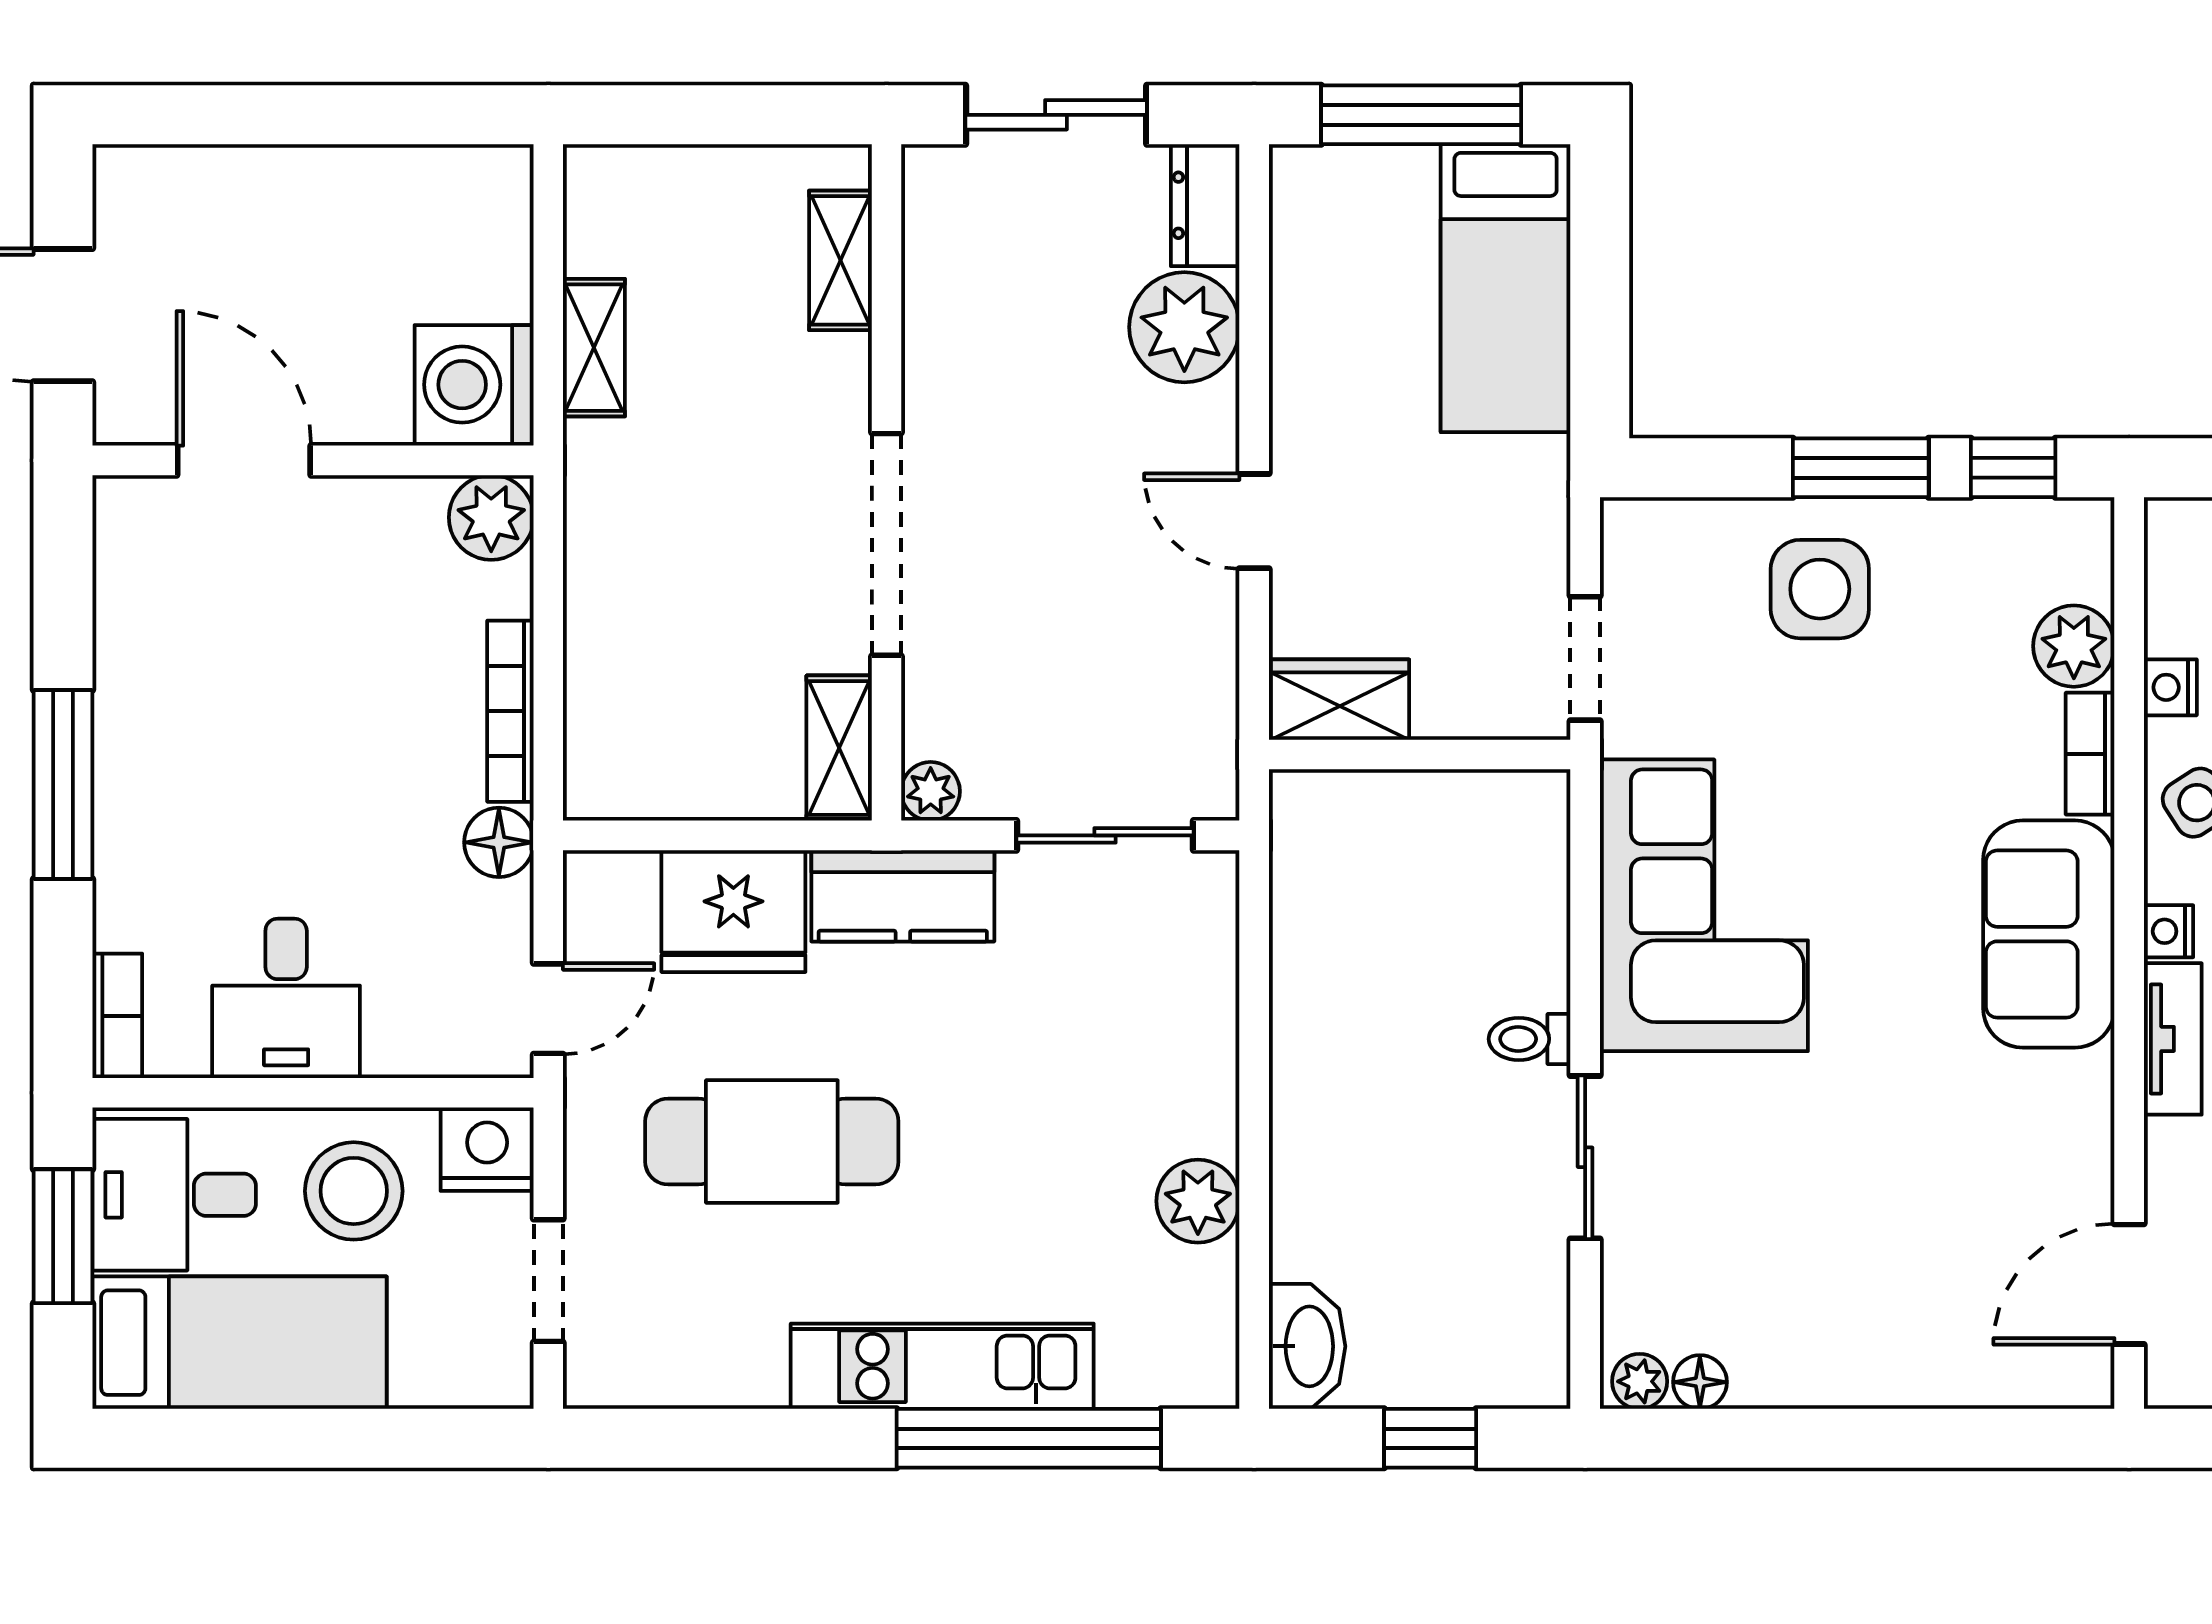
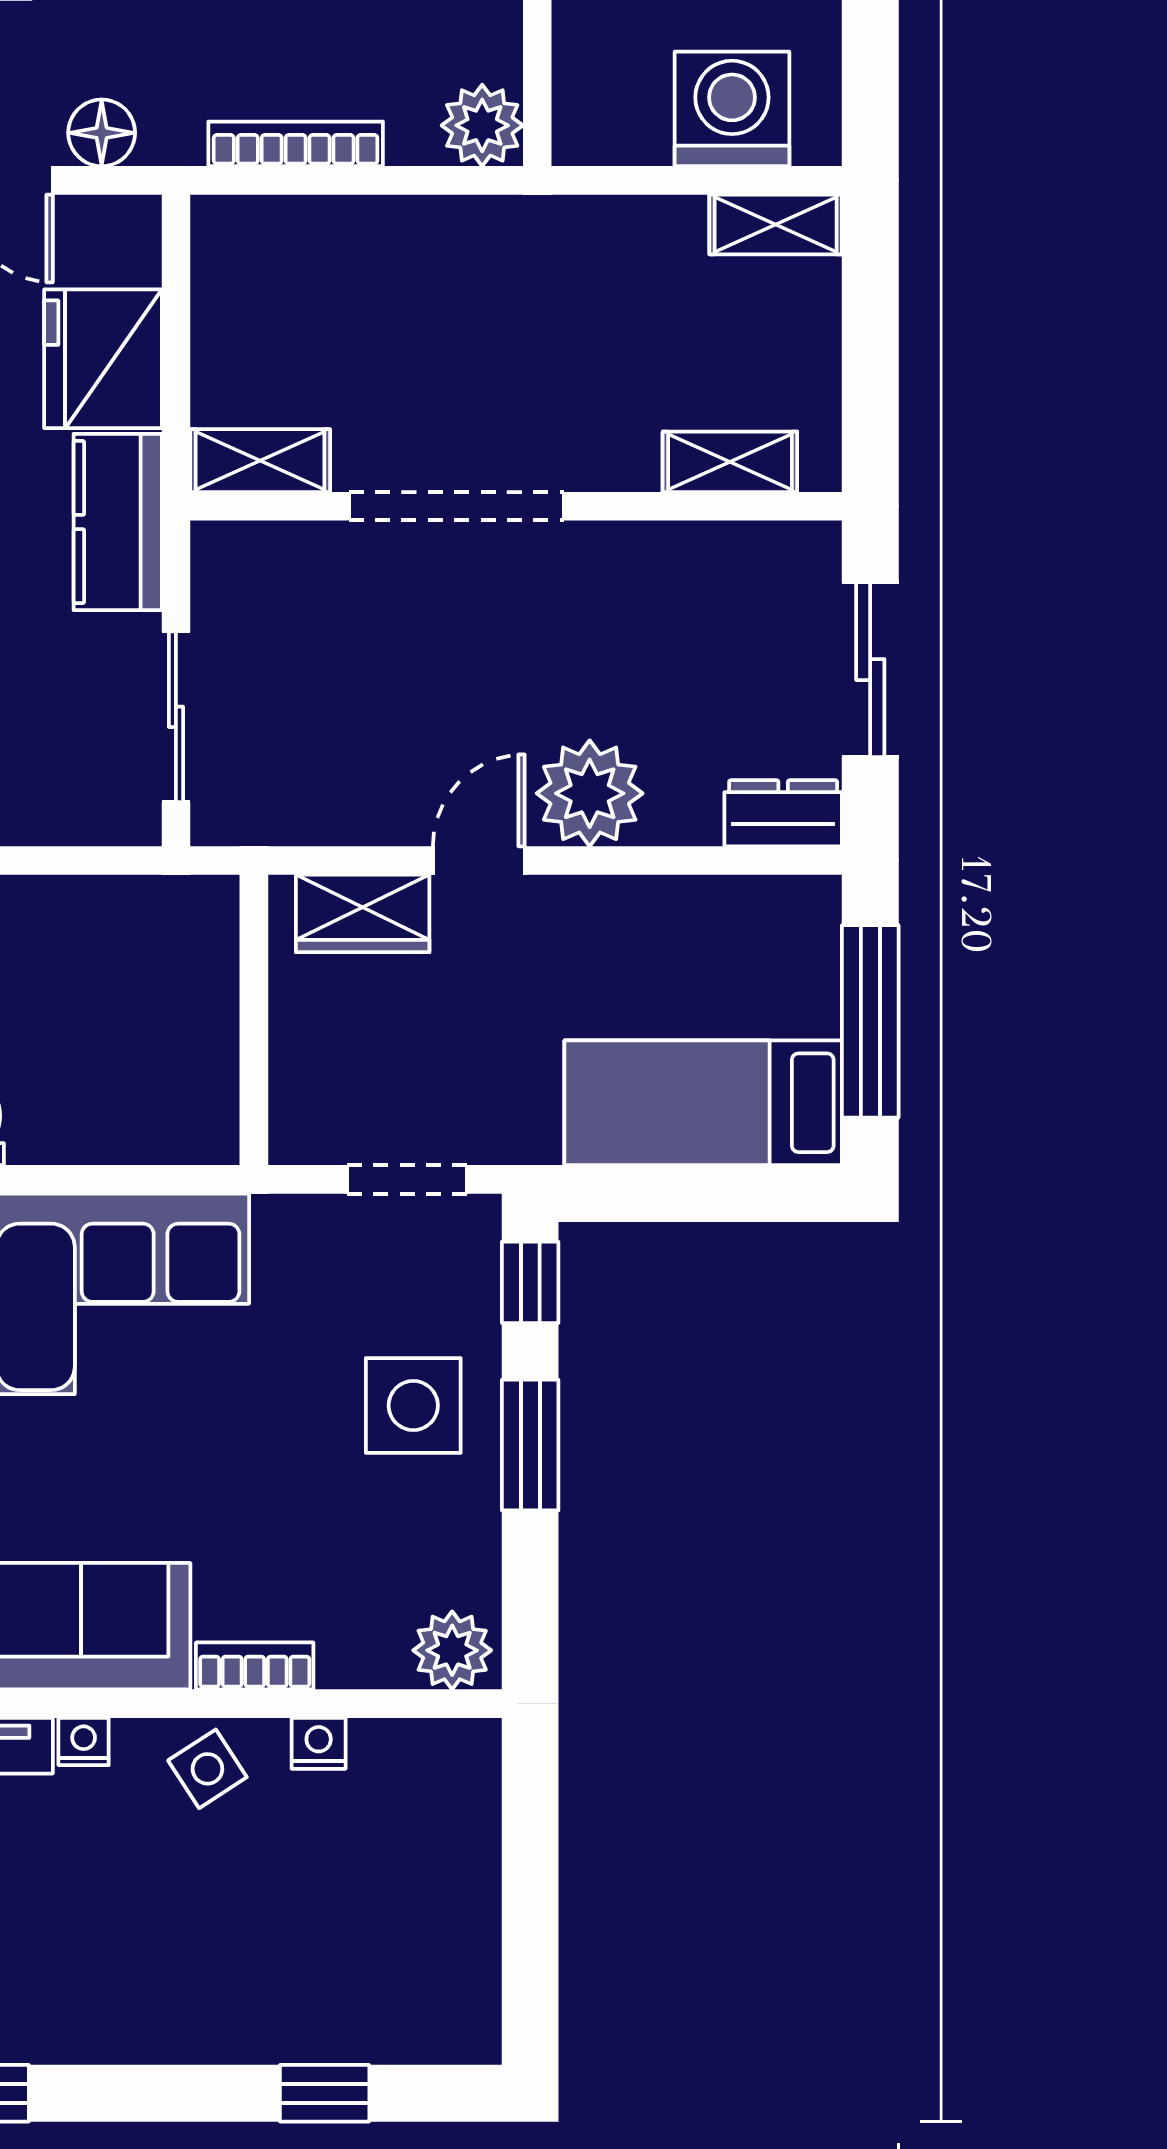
plant: (1184, 327) -> (590, 793), moved
shelving: (594, 348) -> (776, 224), moved
washing machine: (474, 385) -> (732, 109), moved
window: (2013, 468) -> (530, 1282), moved
plant: (2074, 646) -> (452, 1650), moved
doorway: (1585, 658) -> (407, 1179), moved
wardrobe: (1340, 700) -> (363, 913), moved, turned 90
plant: (931, 791) -> (218, 549), removed
floor lamp: (499, 842) -> (102, 133), moved

